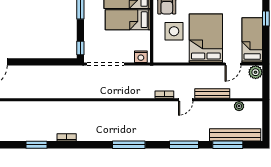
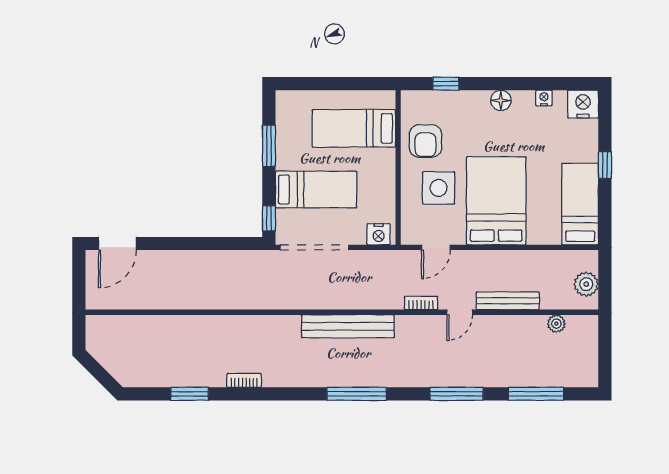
bed: (128, 20) -> (316, 190), moved, turned 180
door: (233, 64) -> (436, 247), moved
plant: (256, 72) -> (586, 284), moved
bench: (235, 135) -> (348, 326), moved

